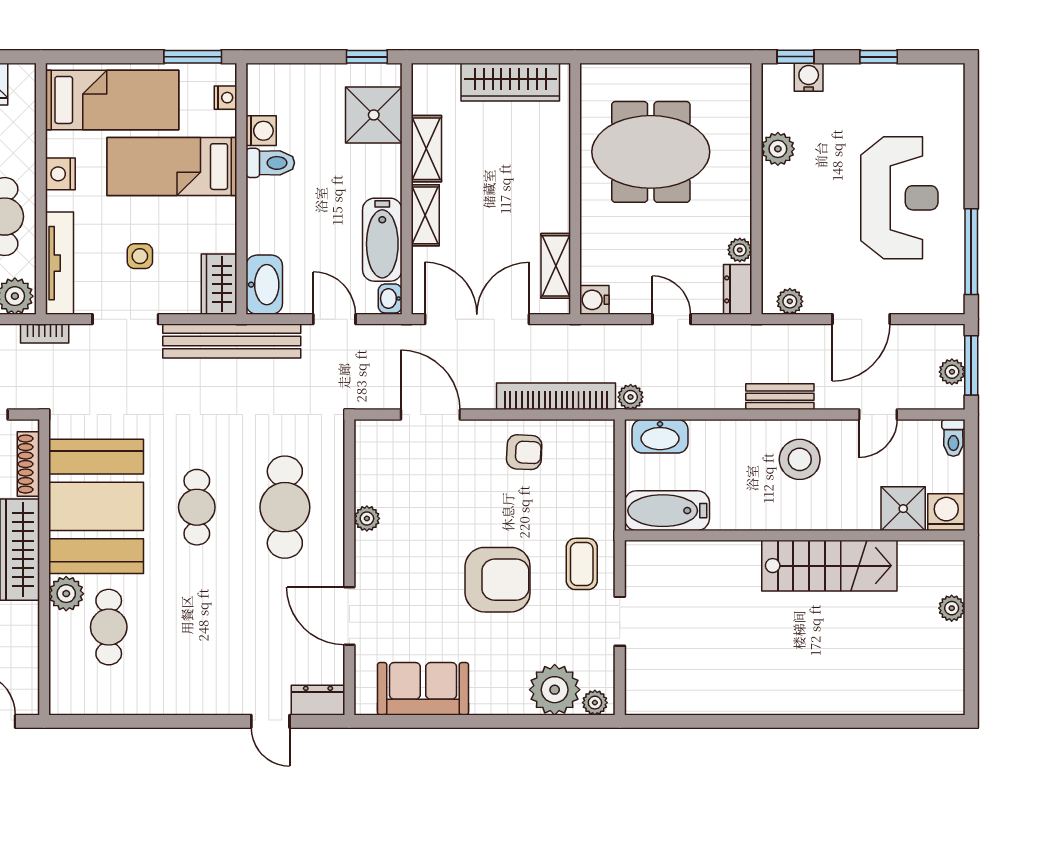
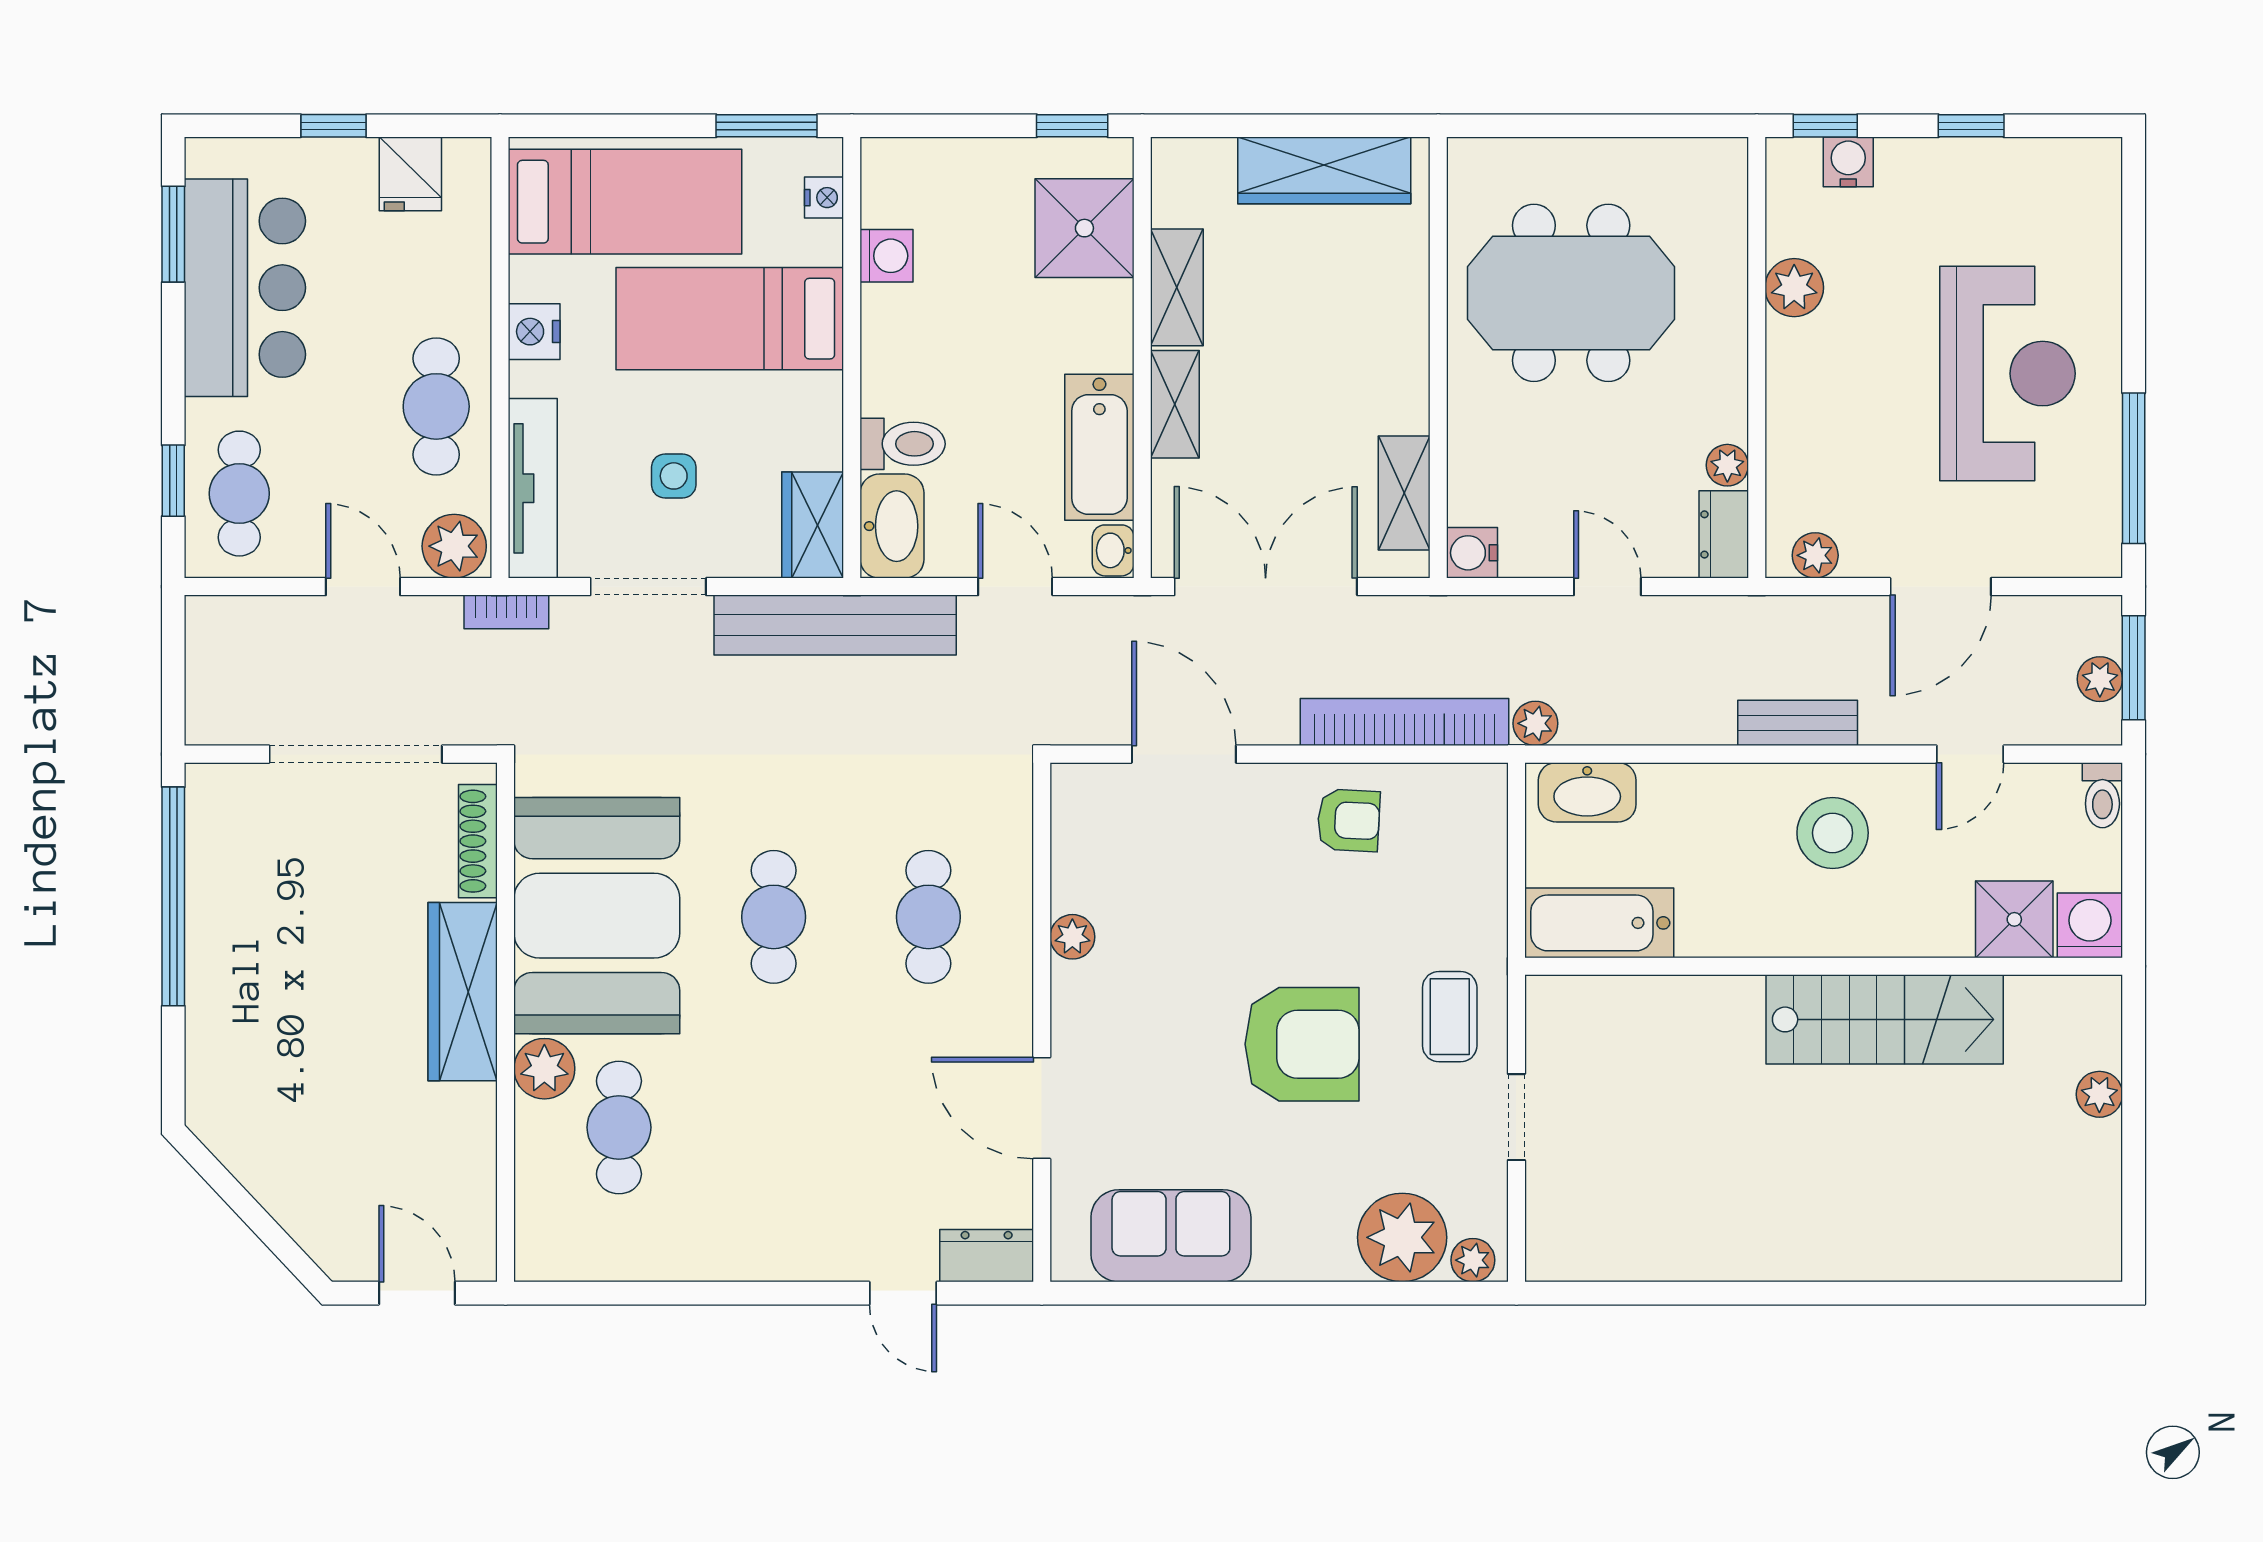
toilet: (270, 163) -> (903, 444), moved
cafe table: (285, 507) -> (928, 917), width x0.73, depth x0.74

